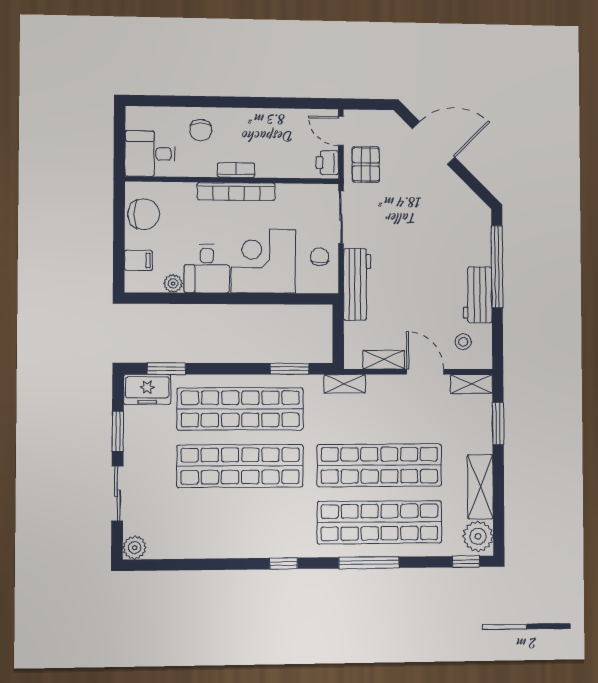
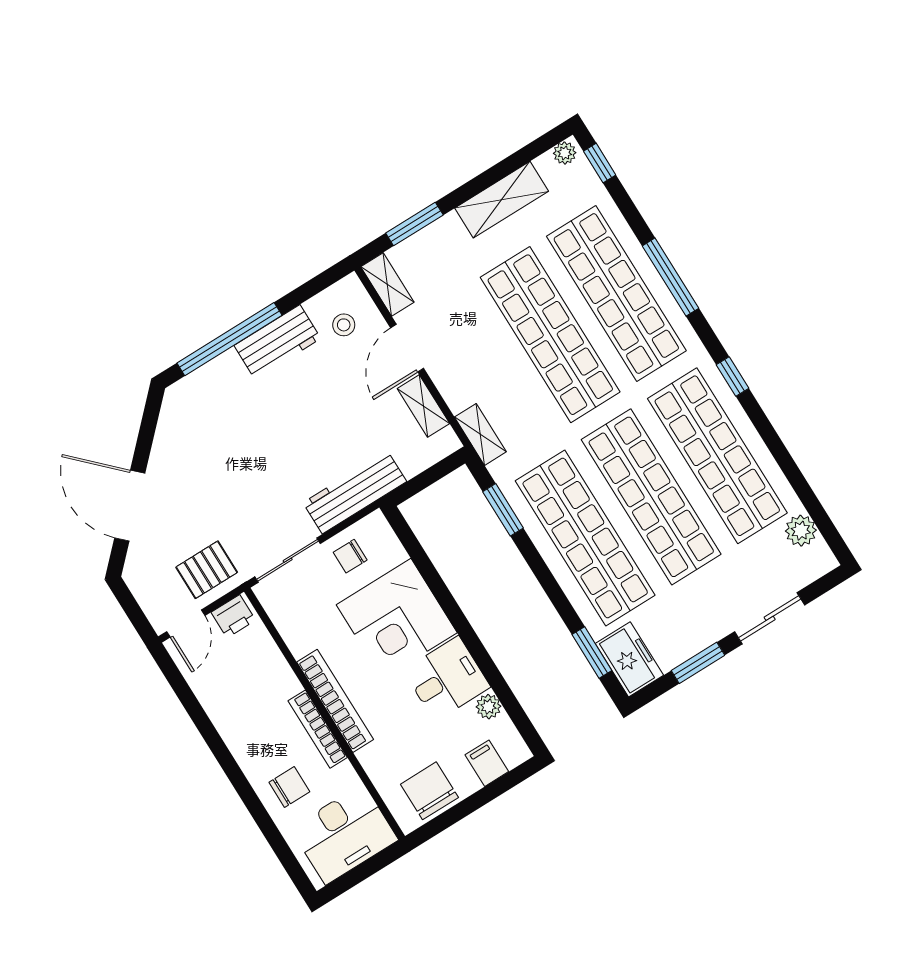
desk: (150, 154) -> (344, 834), width x1.37
bookcase: (236, 170) -> (318, 729), width x1.56
shop shelf: (240, 523) -> (717, 456), added
plant: (478, 536) -> (565, 153), width x0.53, depth x0.53
plant: (135, 548) -> (801, 531), moved

